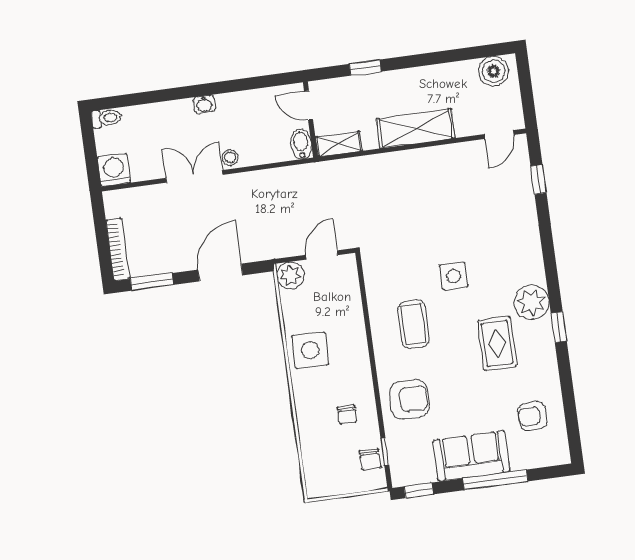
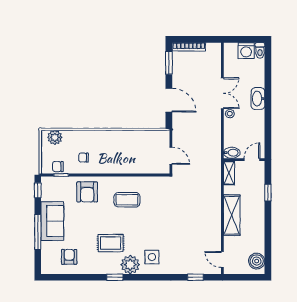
washbasin: (204, 104) -> (258, 99), width x1.91, depth x1.45
washing machine: (114, 170) -> (246, 51), moved, turned 90
plant: (290, 275) -> (55, 137), moved
side table: (454, 276) -> (152, 257), moved
side table: (310, 350) -> (121, 143), removed

